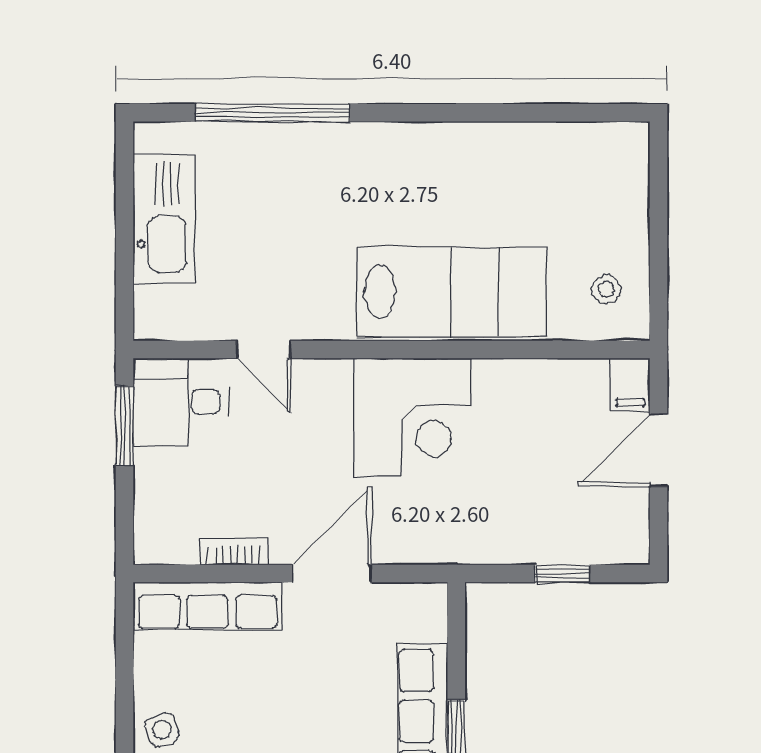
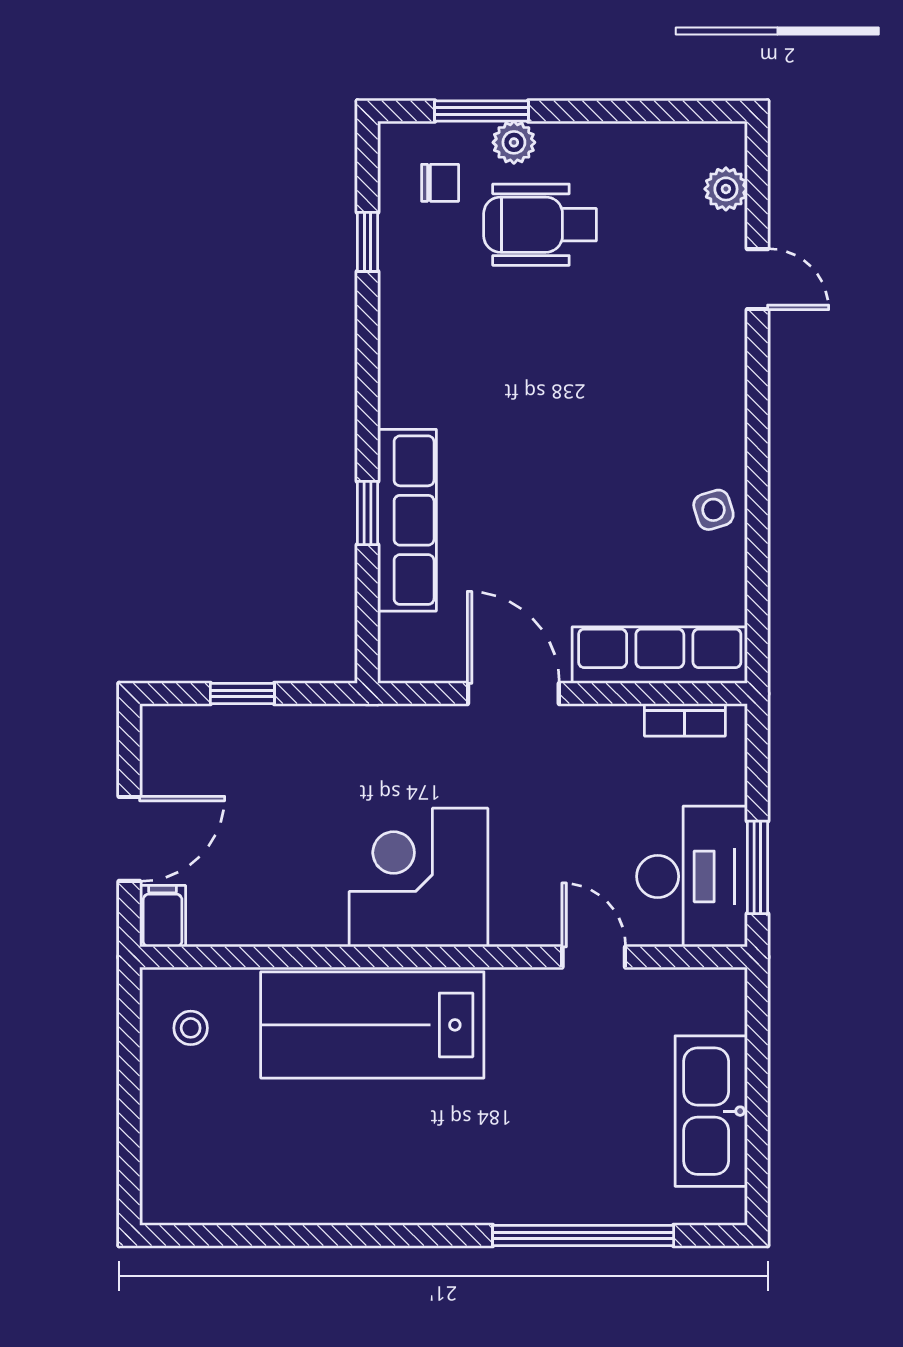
desk: (180, 402) -> (692, 876), width x1.37
bookcase: (234, 551) -> (685, 720), moved
door: (332, 573) -> (513, 694), swing flipped

